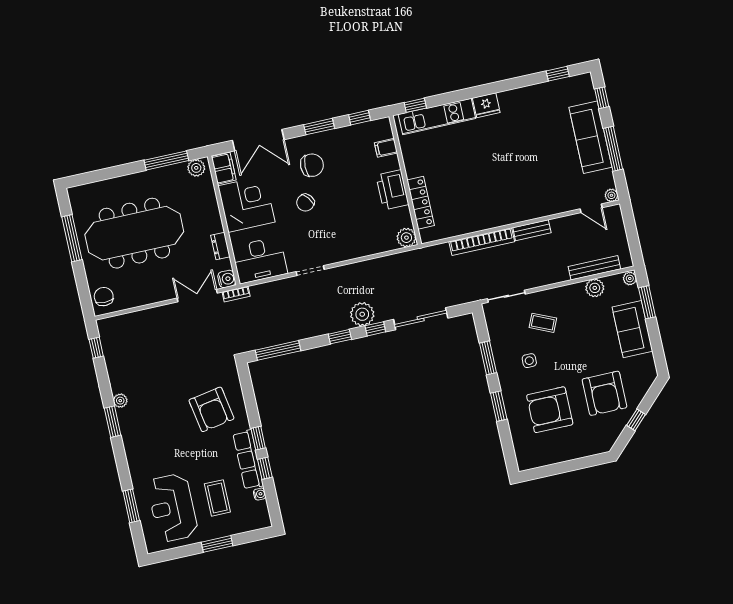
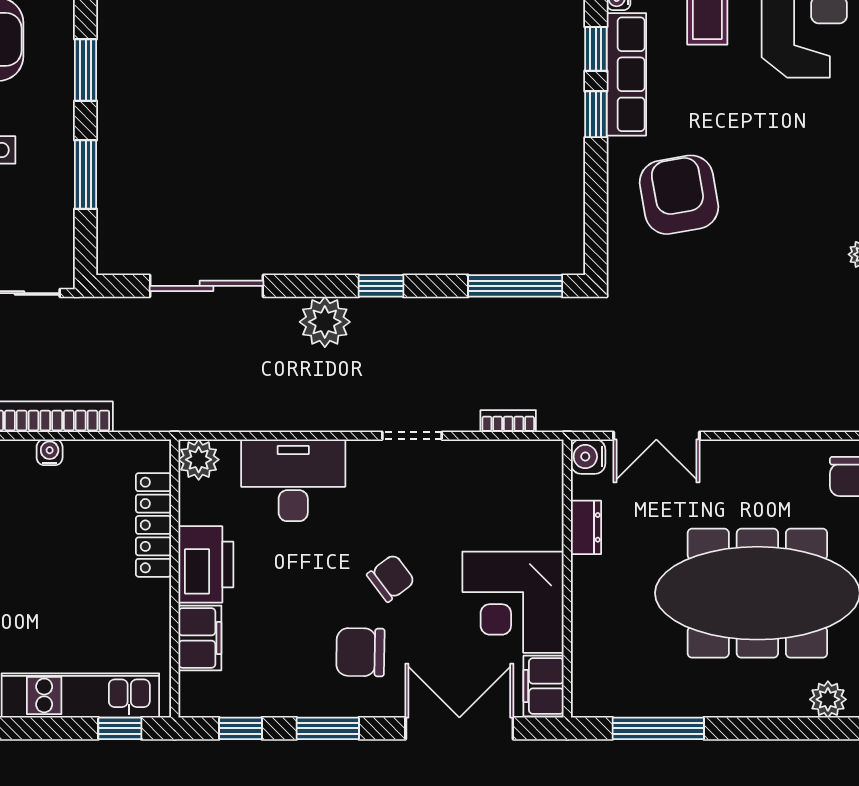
filing cabinet: (386, 148) -> (200, 638), width x2.00
plant: (196, 168) -> (828, 699), moved
water cooler: (476, 226) -> (50, 452), added
desk: (260, 260) -> (293, 480), moved
bookcase: (236, 294) -> (508, 421), moved
window: (375, 329) -> (305, 286), removed

